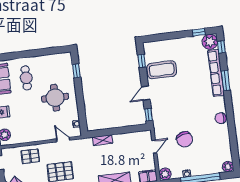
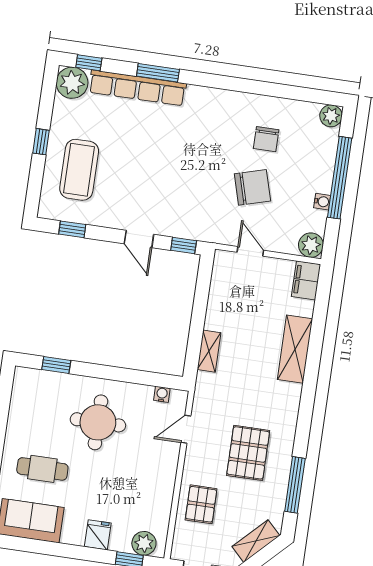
window: (199, 32) -> (41, 142), moved
coffee table: (162, 70) -> (79, 170), moved
chair: (221, 118) -> (266, 139), moved

